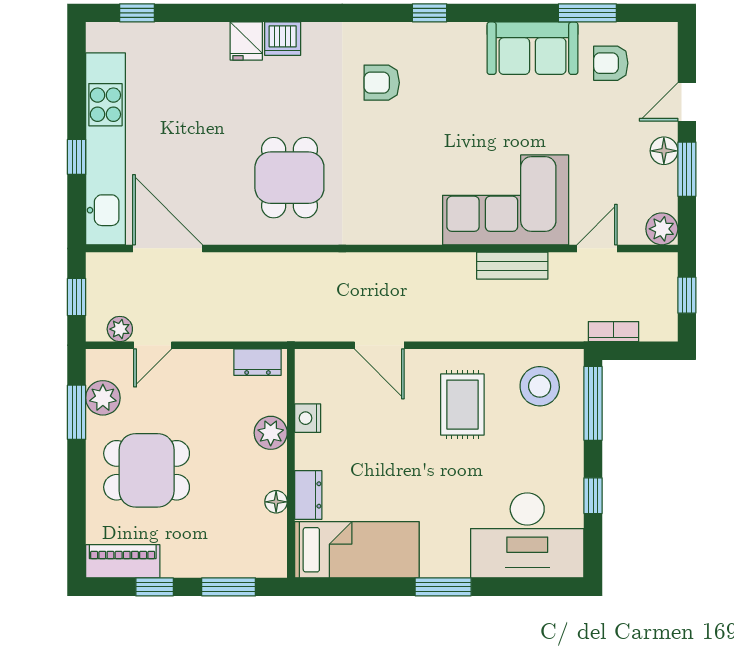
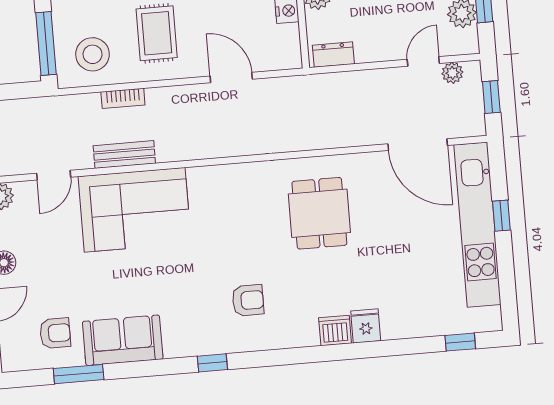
bookcase: (613, 332) -> (123, 98), moved

